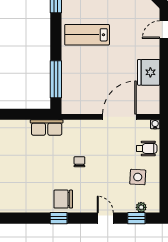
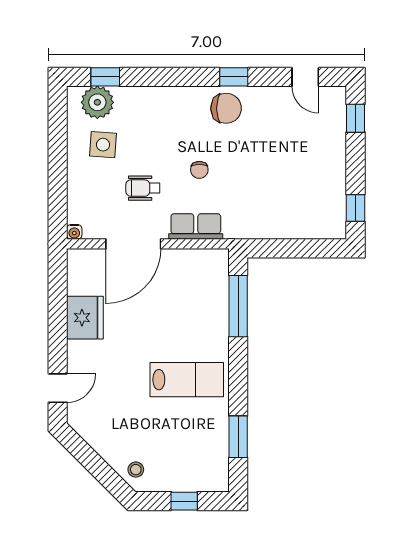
row of seats: (47, 127) -> (196, 227), moved
wheelchair: (147, 148) -> (143, 188), moved
plant: (141, 207) -> (97, 102), width x1.88, depth x1.88
door: (105, 218) -> (305, 77), moved

